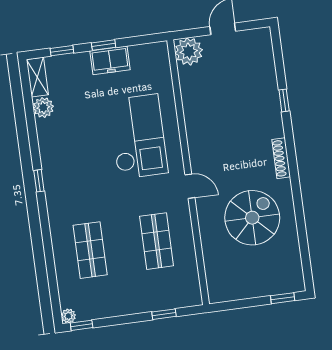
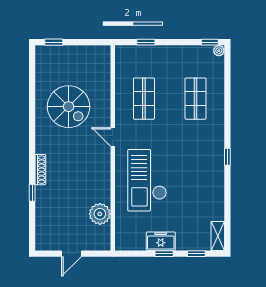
plant: (189, 51) -> (100, 214), moved
plant: (43, 107) -> (216, 212), removed
shoe rack: (281, 158) -> (40, 170), moved
spiral stairs: (252, 218) -> (69, 107), turned -90

